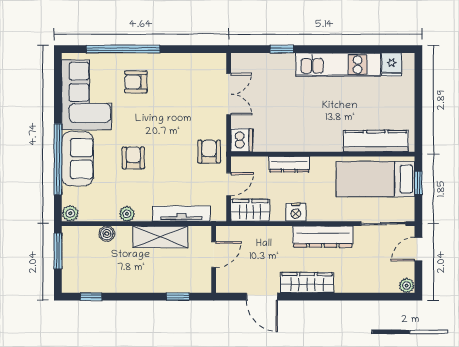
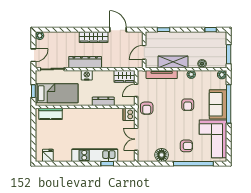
floor lamp: (182, 65) -> (162, 155), added
kitchen unit: (338, 65) -> (95, 155), moved
kitchen counter: (376, 141) -> (51, 114), width x0.67
nightstand: (296, 212) -> (87, 75), moved

